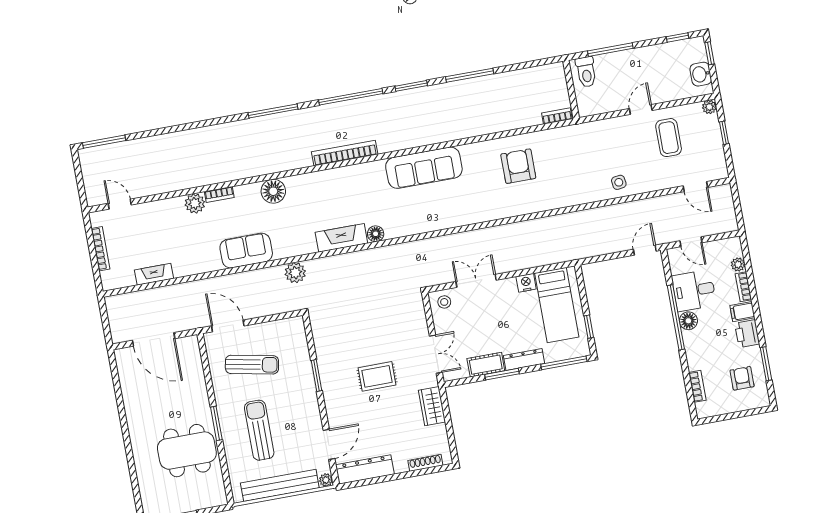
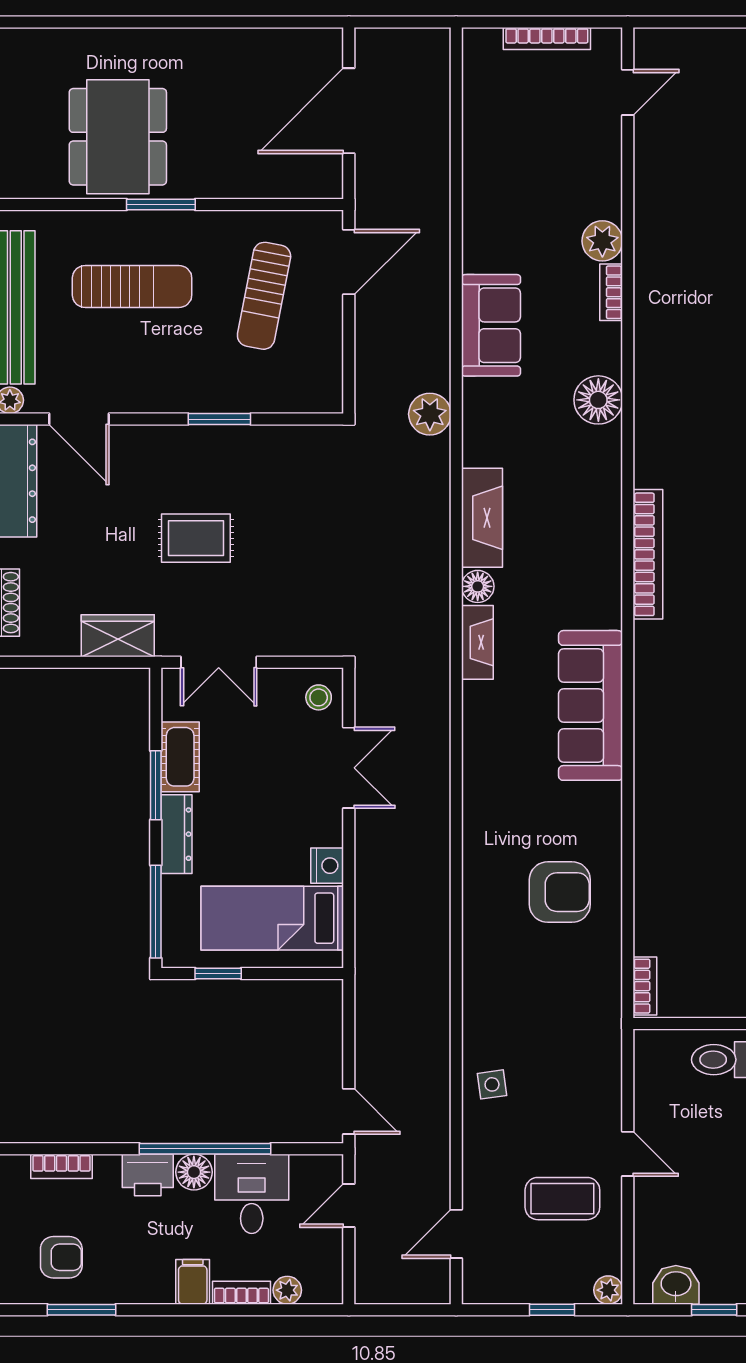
fireplace: (154, 274) -> (477, 642), moved
printer: (747, 334) -> (148, 1175), moved, turned 180
rug: (377, 376) -> (196, 538), turned 90

